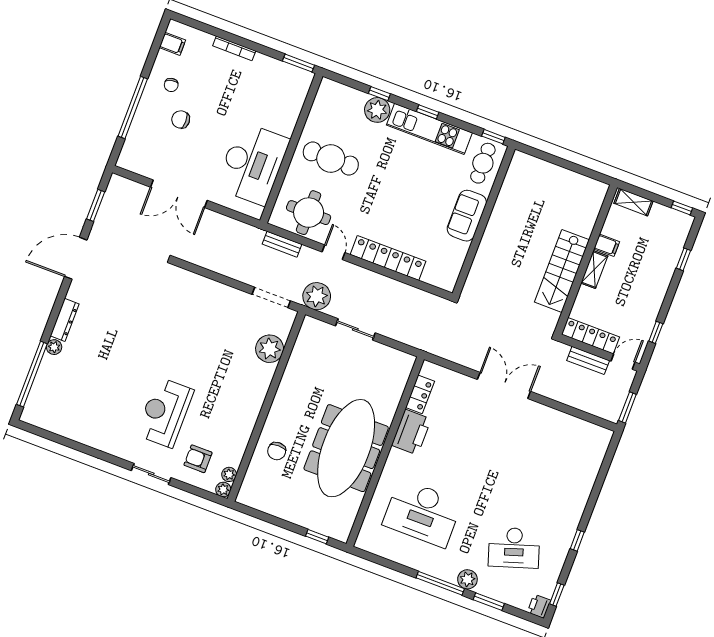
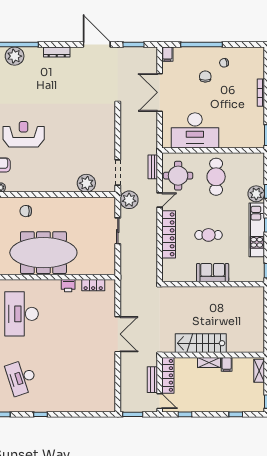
filing cabinet: (172, 44) -> (167, 54), moved
cafe table: (483, 163) -> (209, 235), moved
plant: (54, 347) -> (15, 56), moved, width x1.88, depth x1.88
printer: (411, 432) -> (68, 286), width x0.53, depth x0.68

